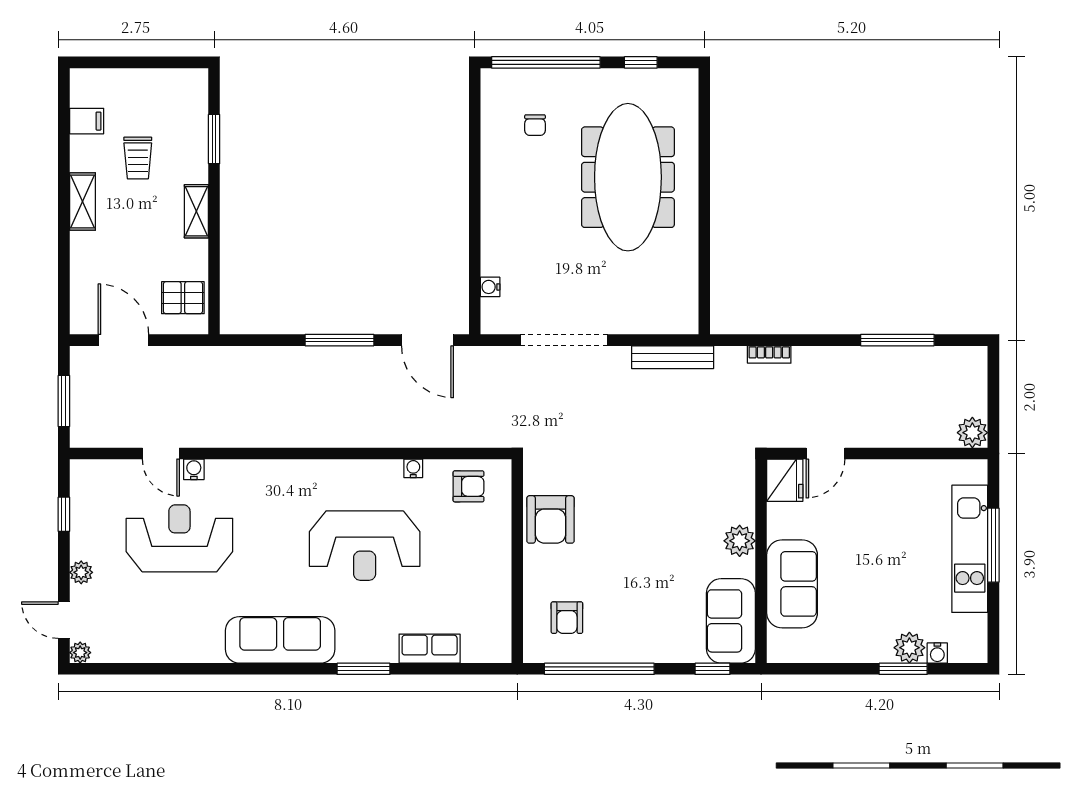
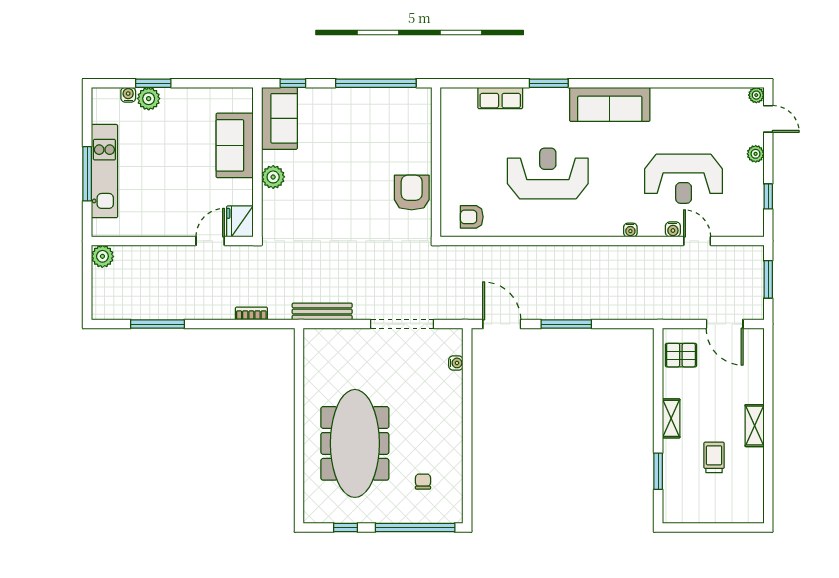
filing cabinet: (87, 121) -> (752, 485), removed
water cooler: (413, 468) -> (630, 230), moved
armchair: (567, 618) -> (400, 121), removed

